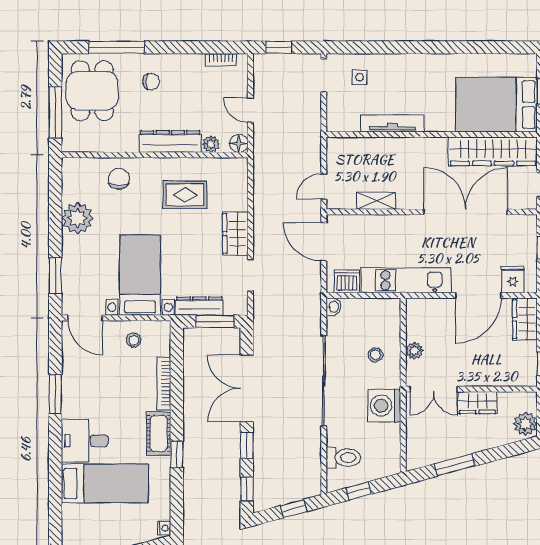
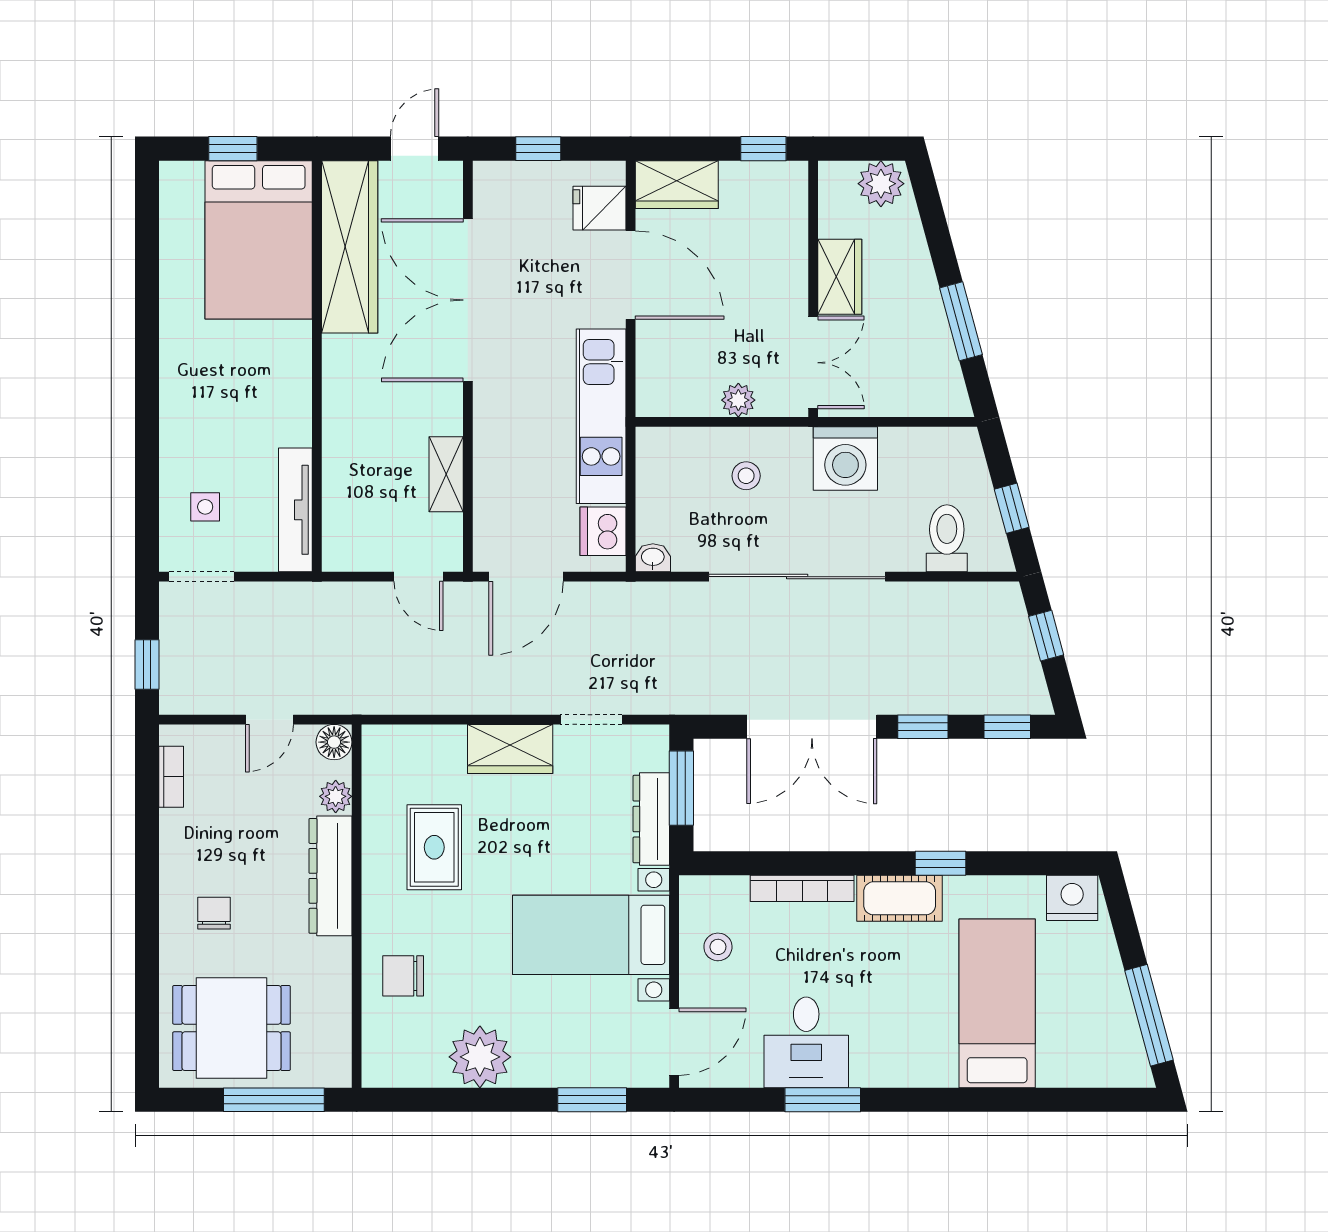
window: (117, 47) -> (147, 980), removed
tv unit: (392, 123) -> (295, 510), moved
desk: (85, 441) -> (806, 1042), moved
nightstand: (164, 528) -> (1072, 898), width x1.89, depth x1.79

